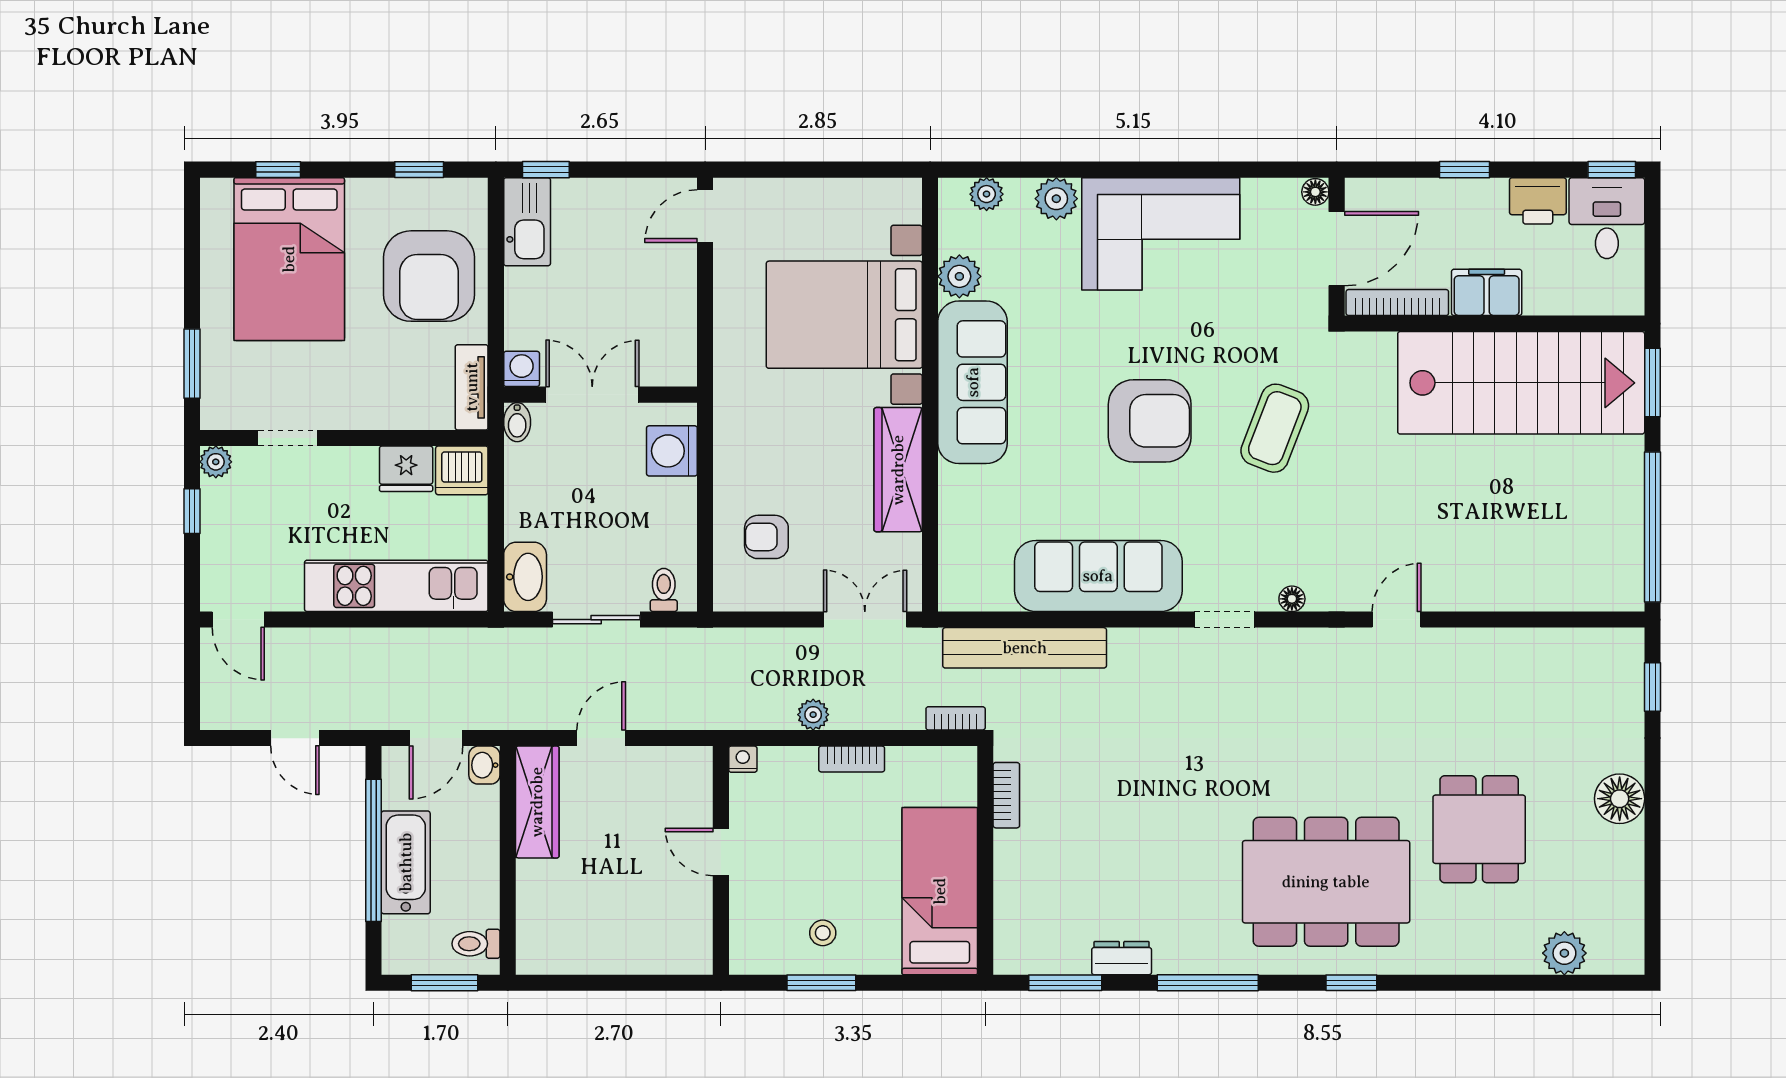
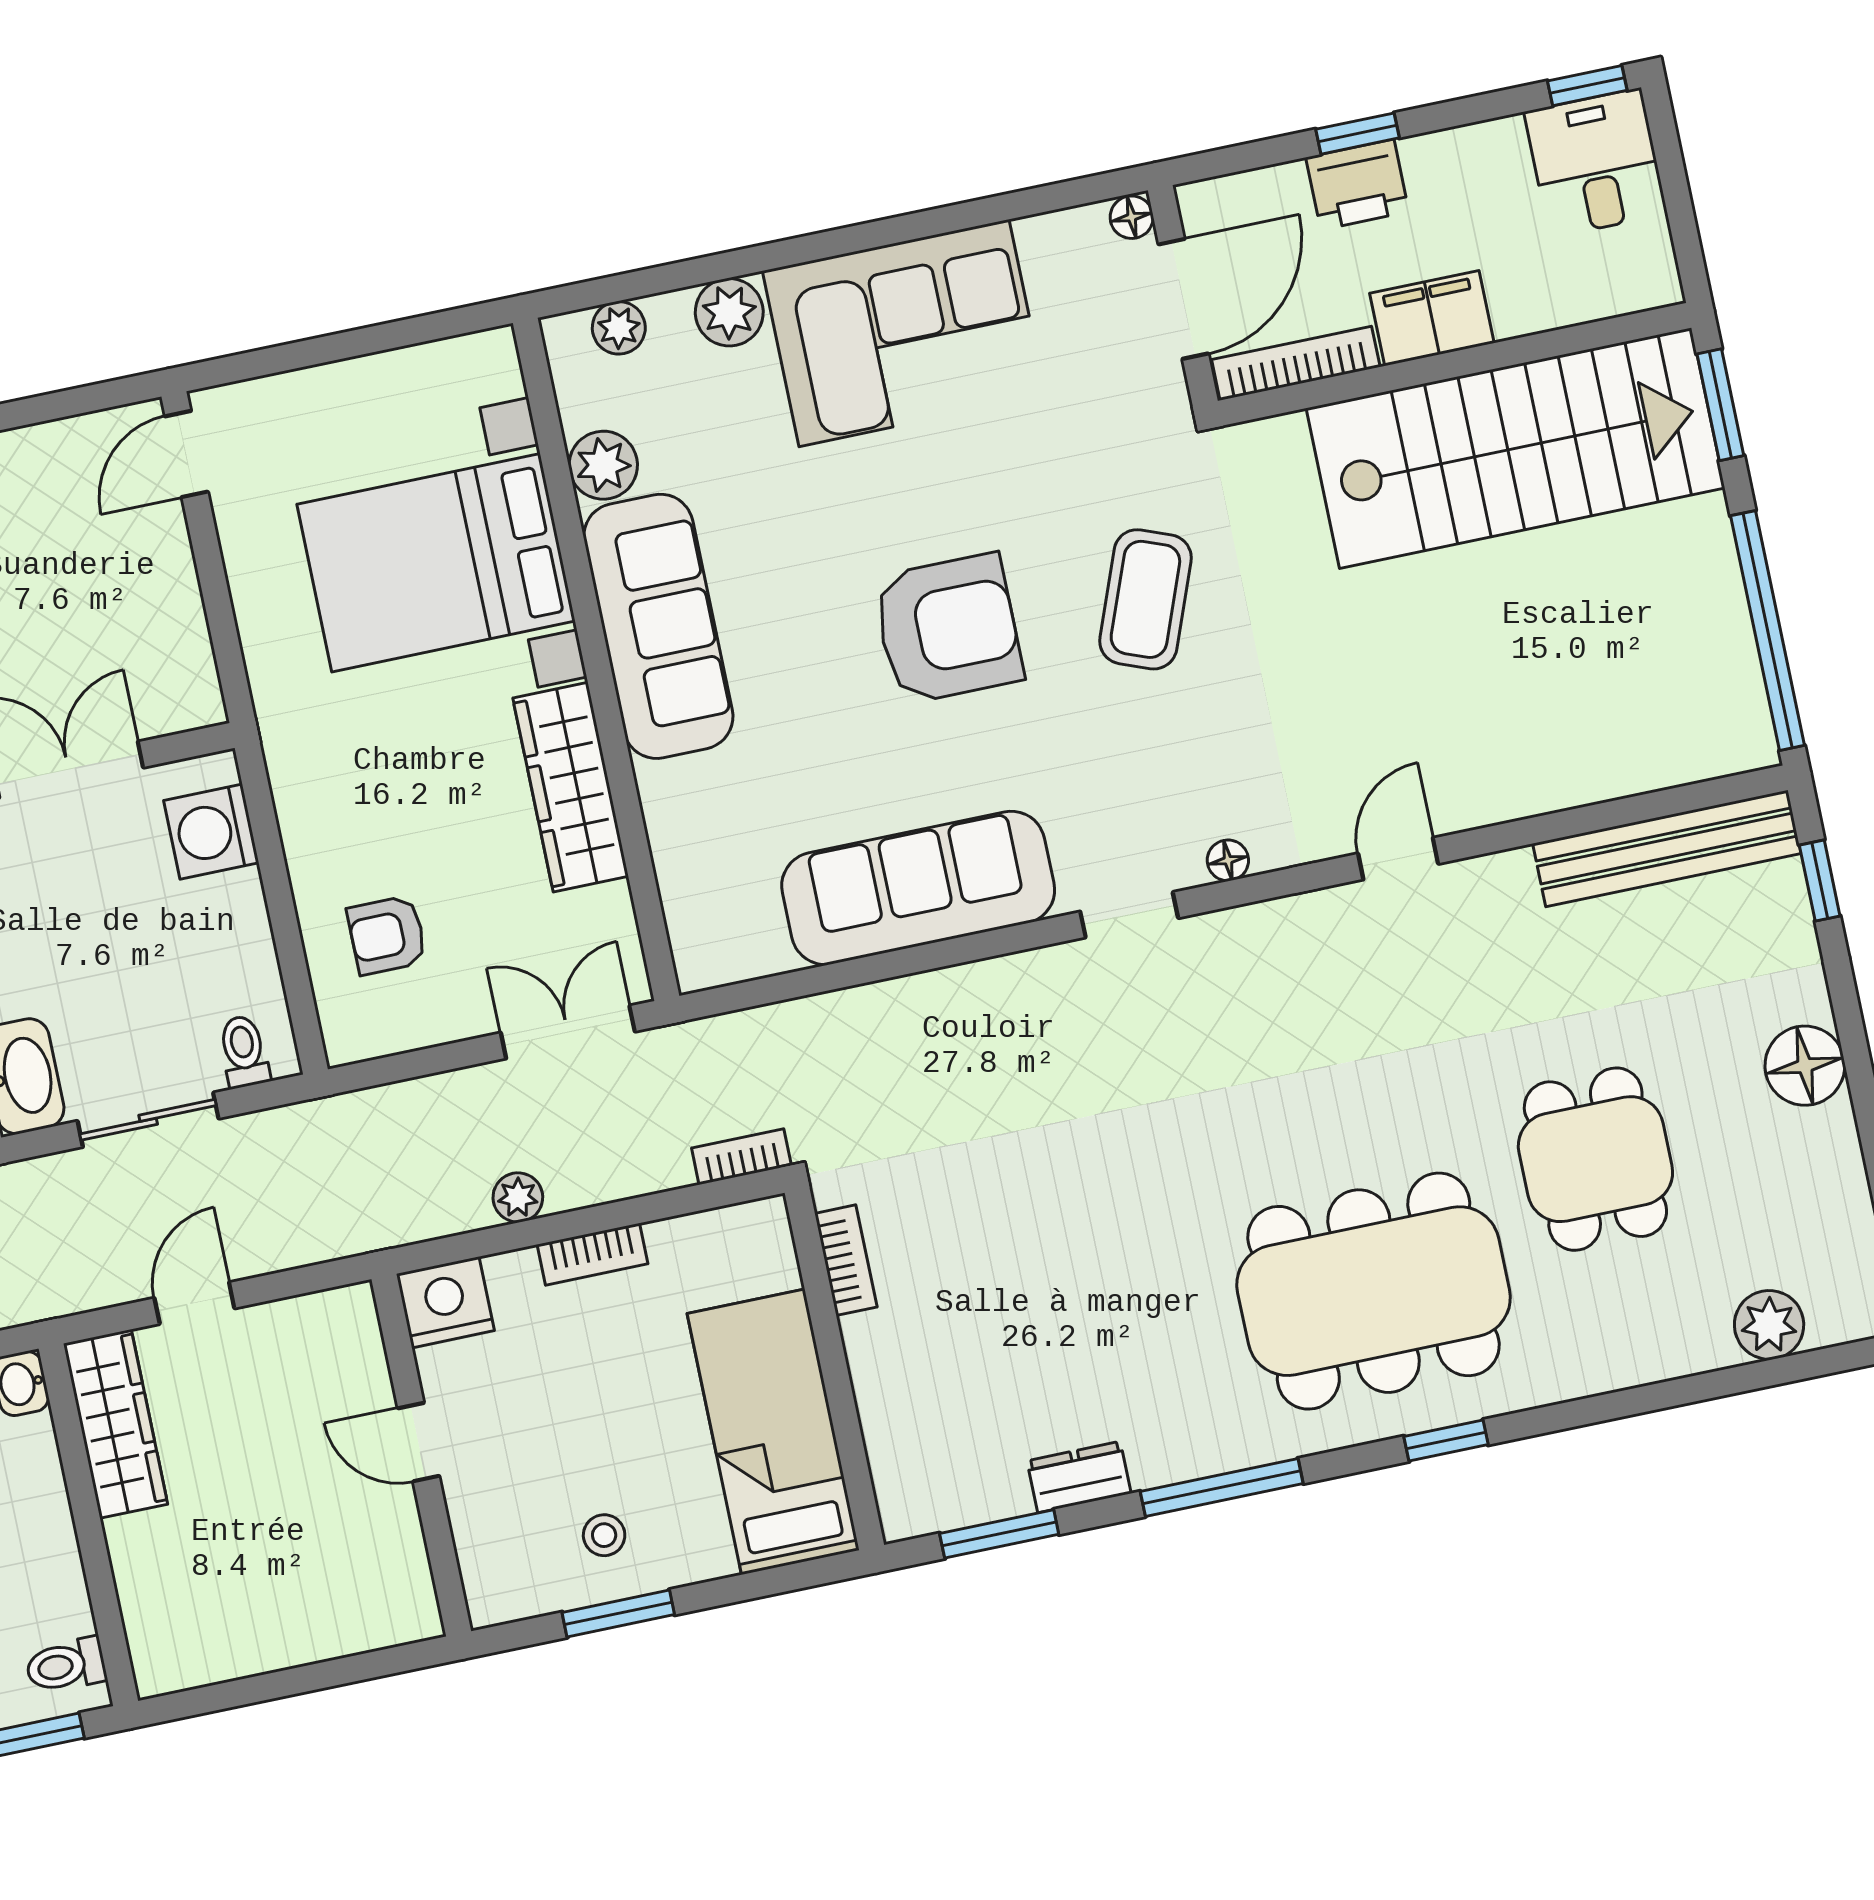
printer: (1538, 201) -> (1357, 185), moved
bench: (1025, 648) -> (1667, 848), moved
nightstand: (743, 759) -> (445, 1302), width x1.89, depth x1.79

